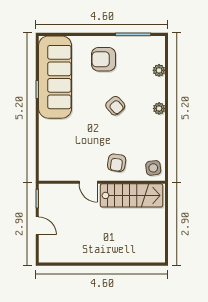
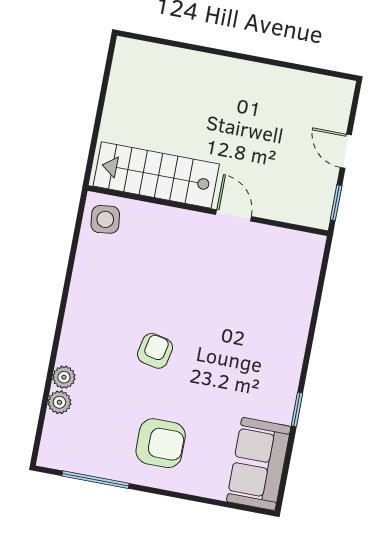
sofa: (55, 77) -> (259, 464), width x0.54, depth x0.79
armchair: (115, 106) -> (155, 351), turned 54
plant: (159, 108) -> (64, 377), moved
armchair: (117, 163) -> (173, 242), removed

